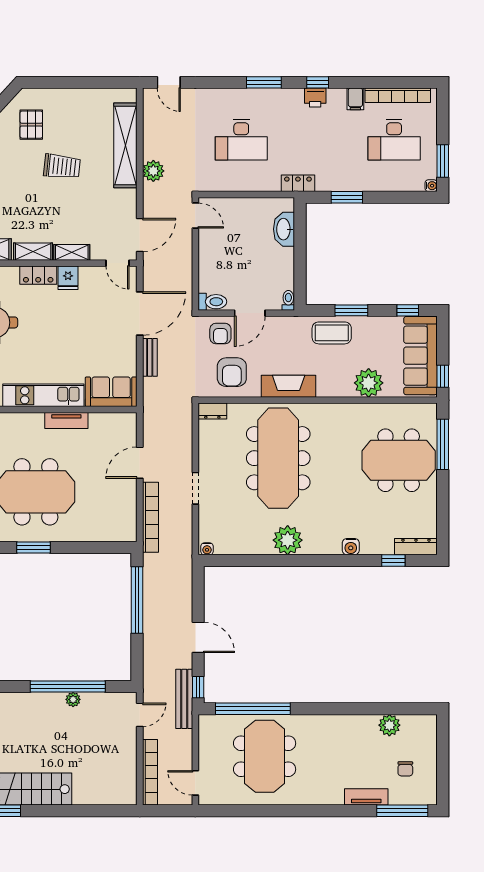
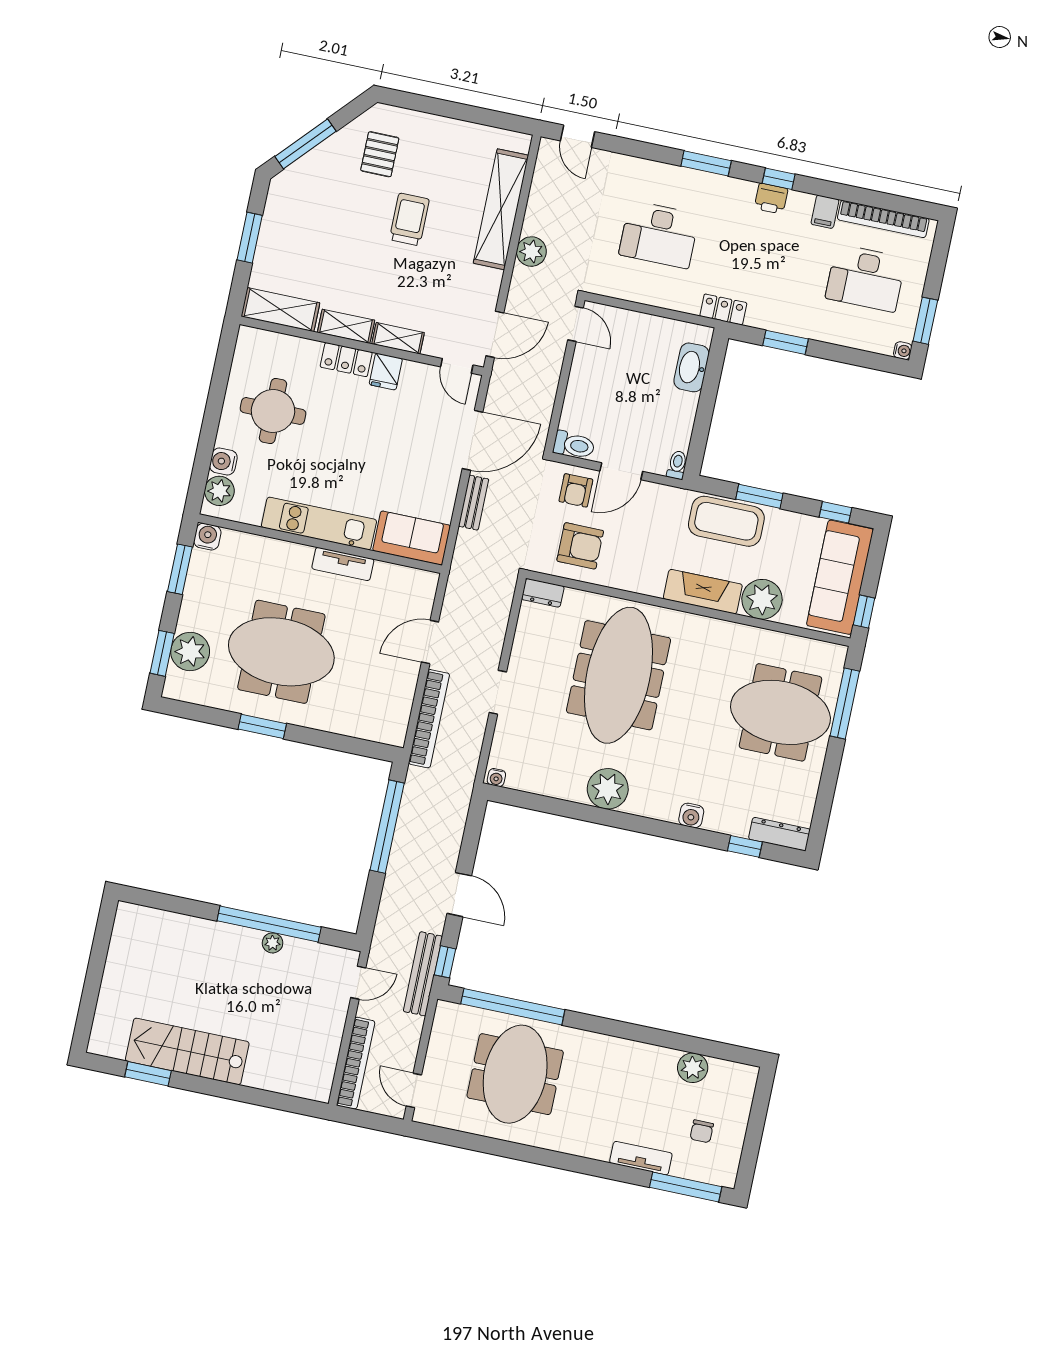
trolley: (62, 166) -> (409, 219), turned -96
coffee table: (332, 333) -> (726, 521), width x1.36, depth x1.32
armchair: (232, 372) -> (580, 546), turned -90
fireplace: (289, 386) -> (703, 592), moved

